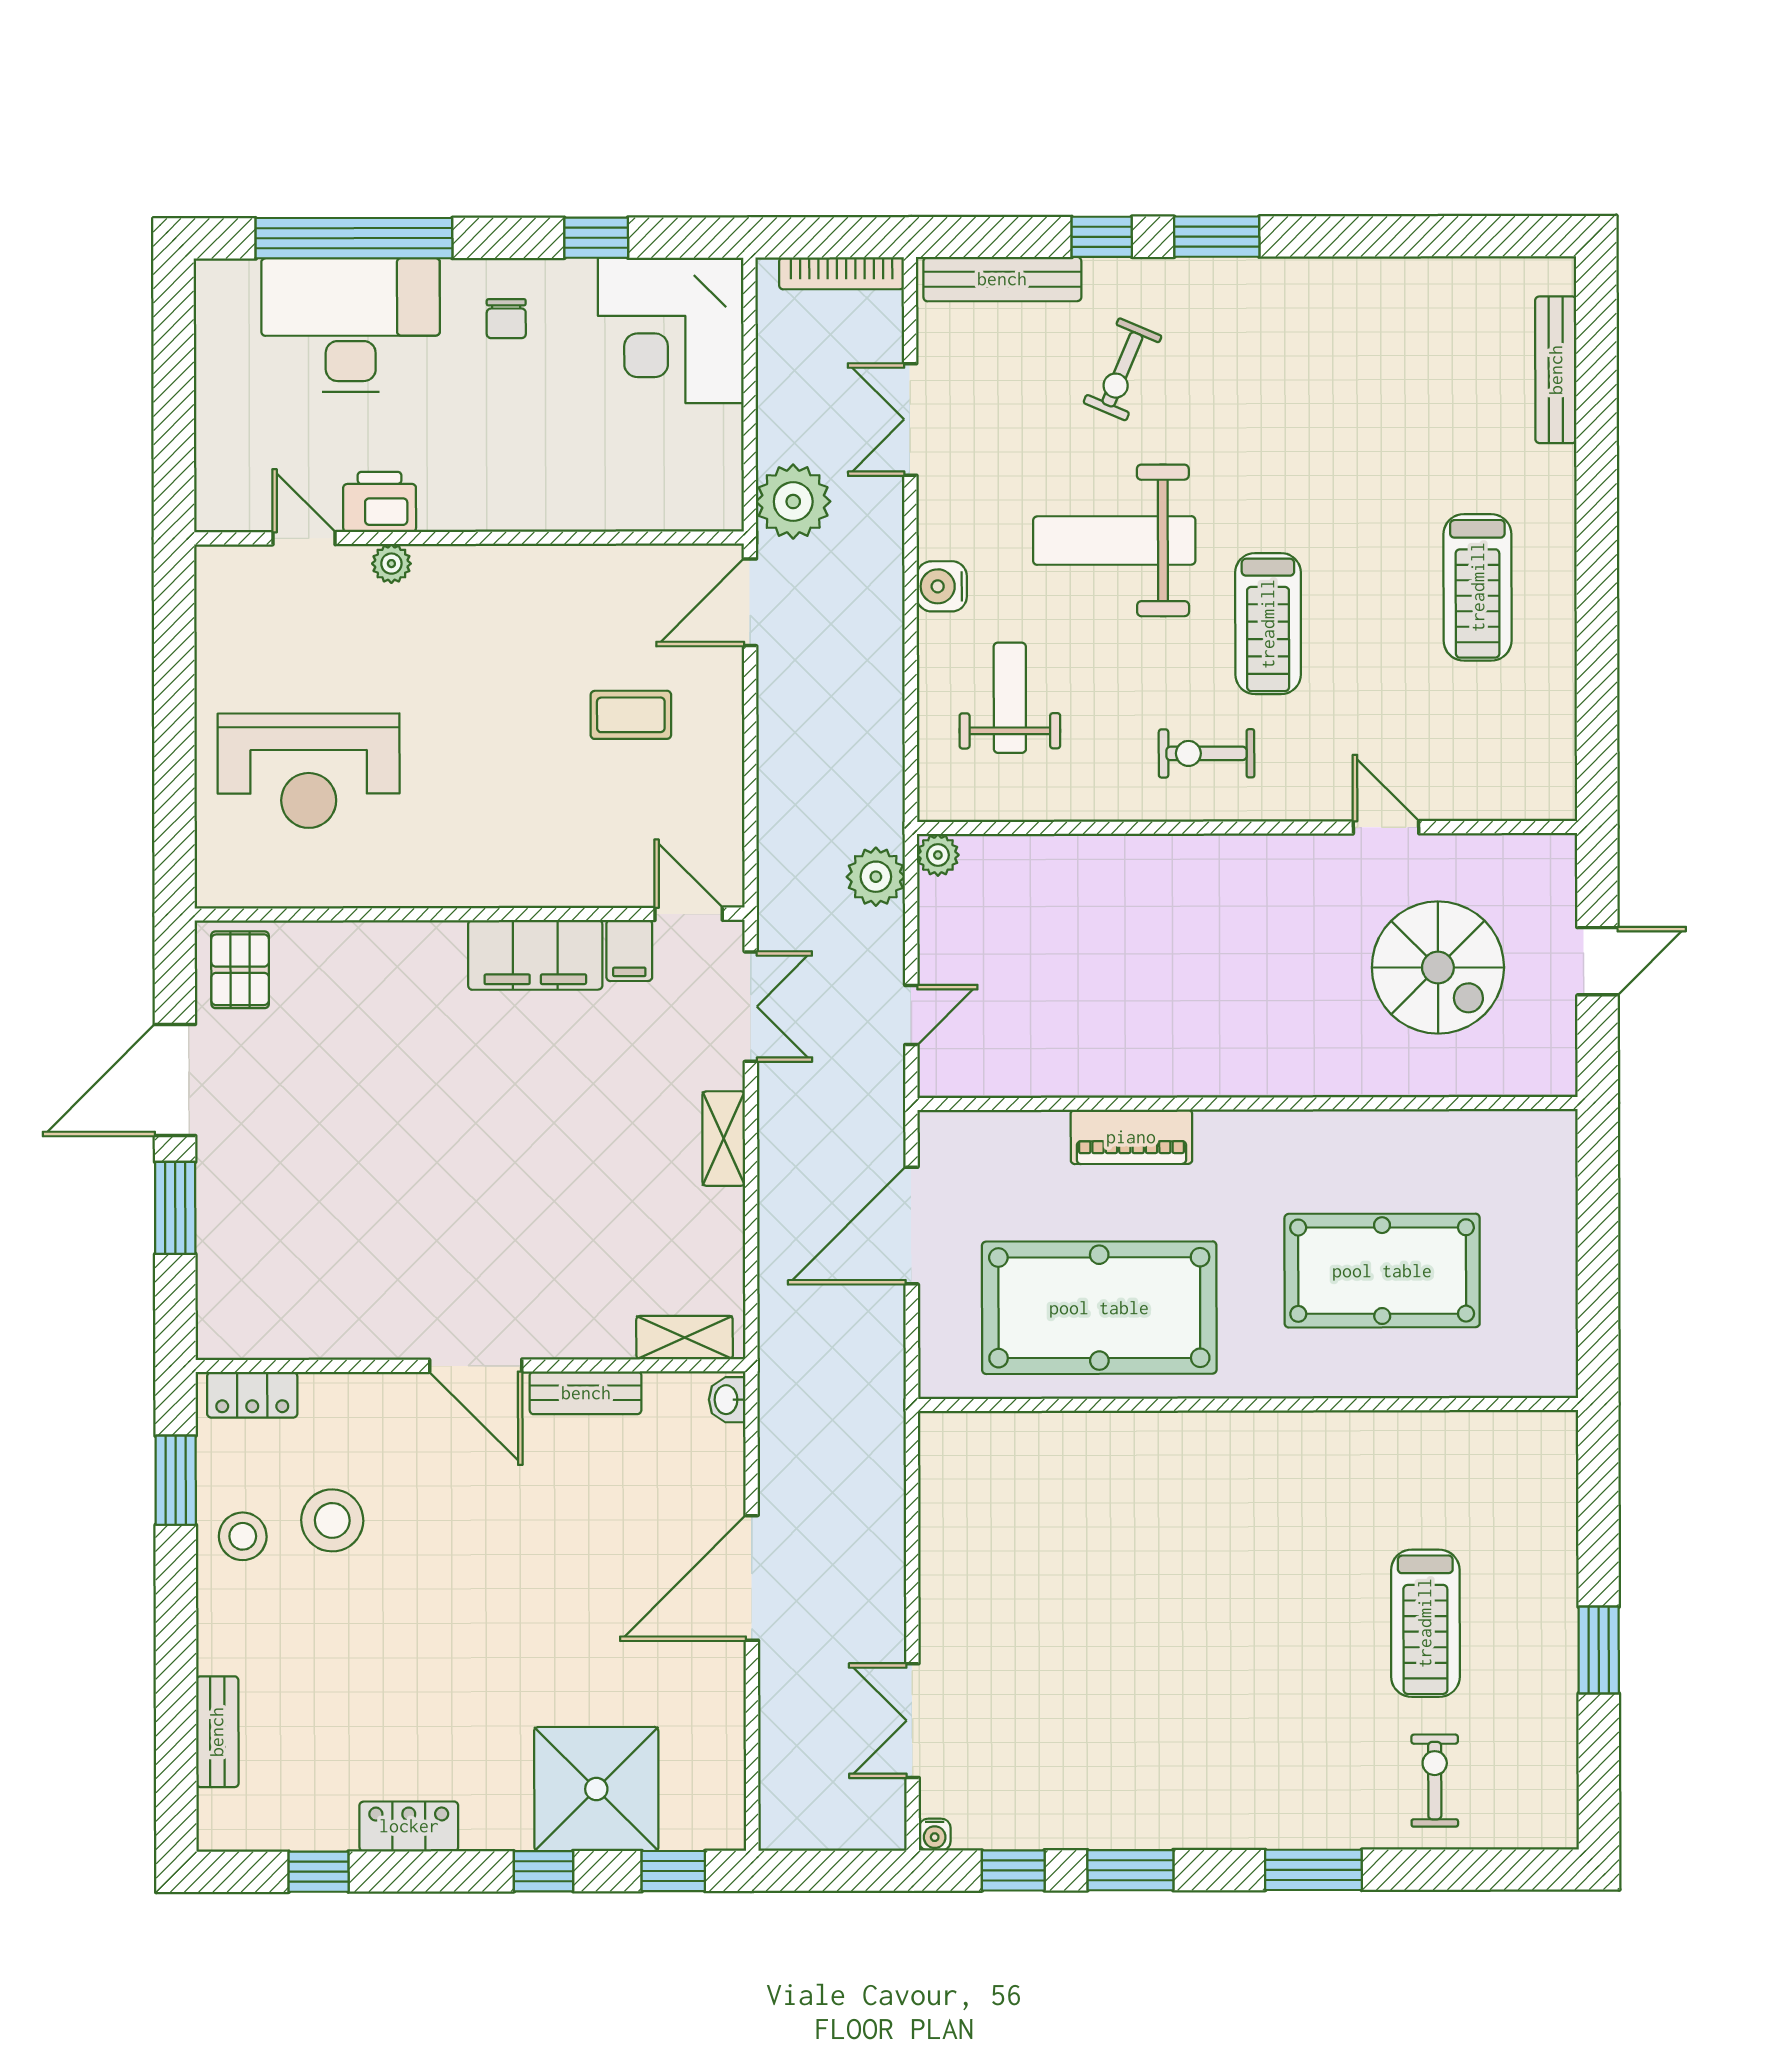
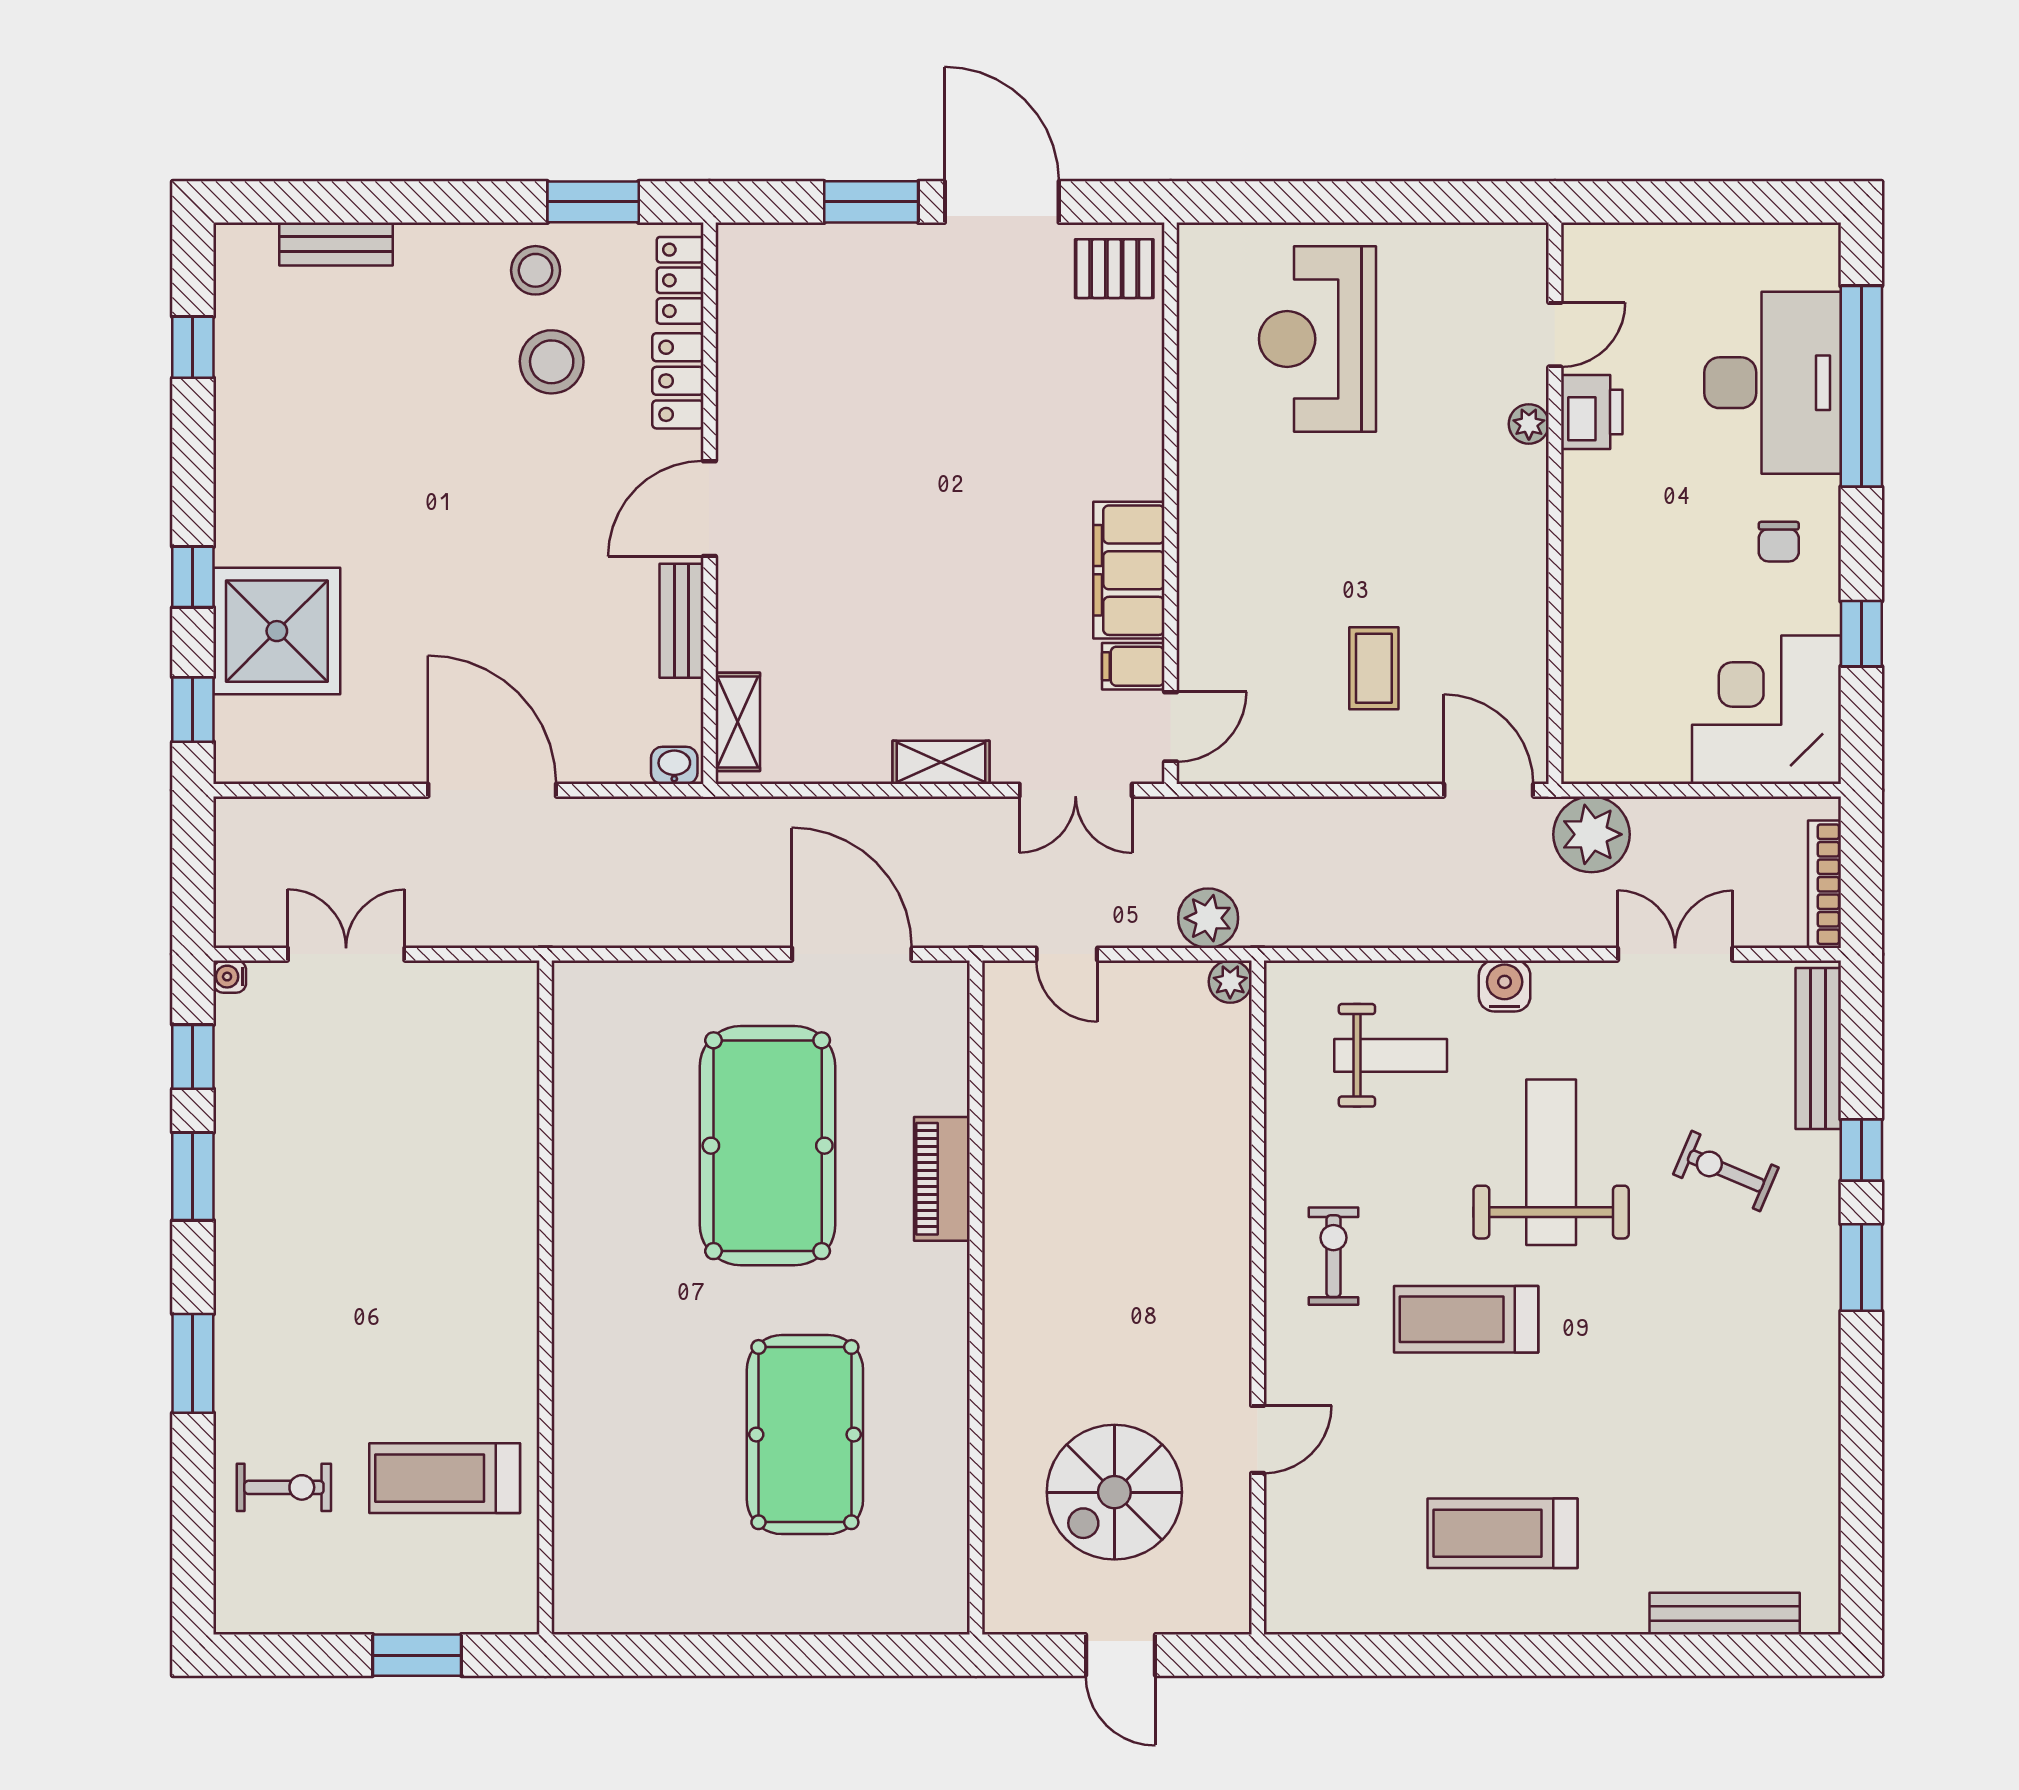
chair: (506, 319) -> (1779, 542), turned -90
wall: (1248, 1404) -> (545, 1297), moved
locker: (409, 1826) -> (678, 381), moved, turned 180

